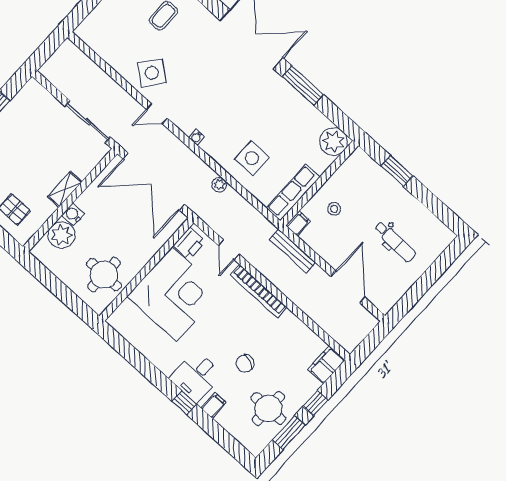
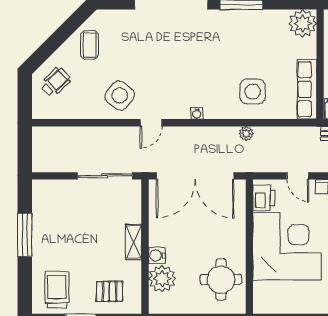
wheelchair: (114, 20) -> (55, 82), added

